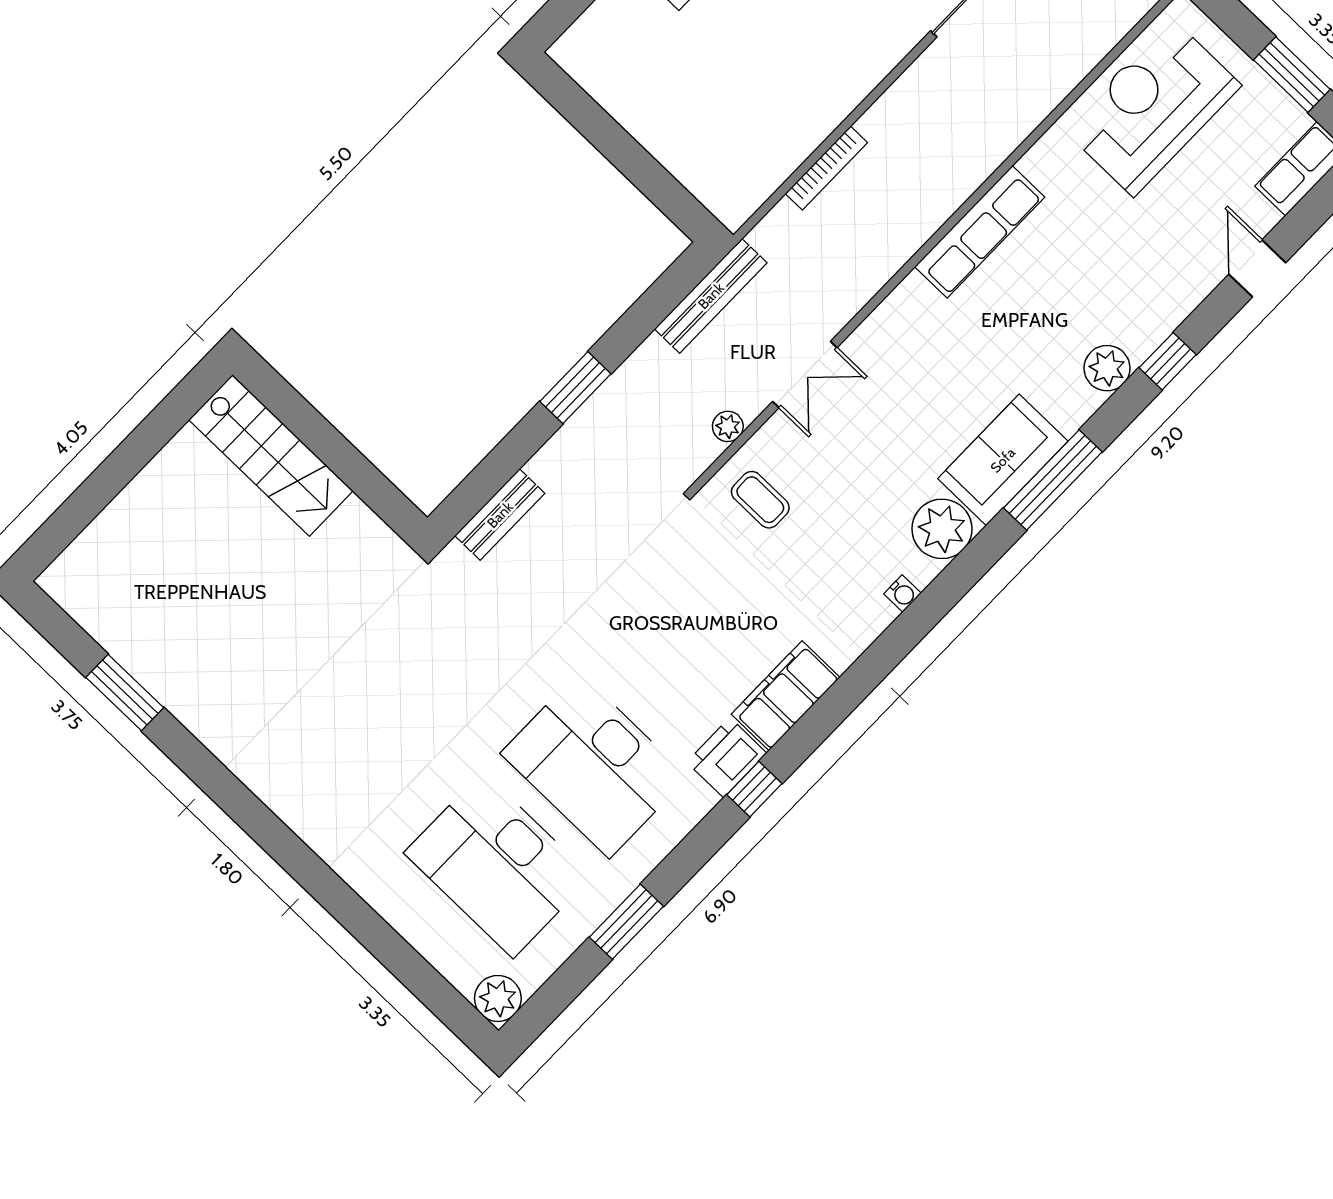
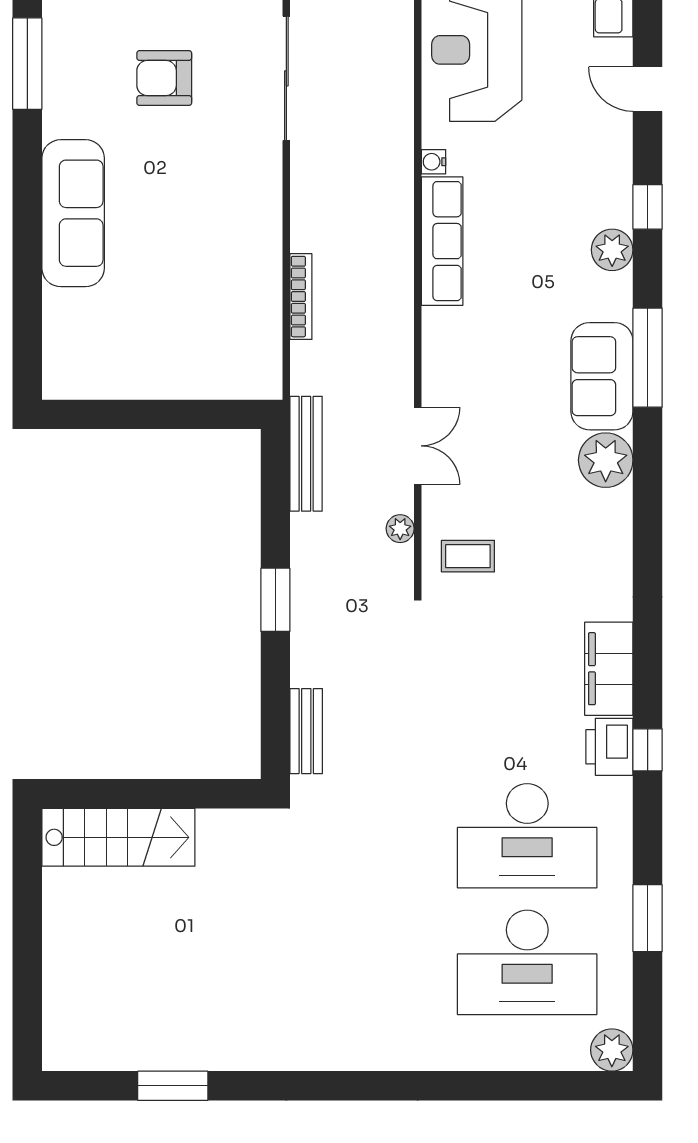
water cooler: (903, 593) -> (434, 162), moved, turned 180

